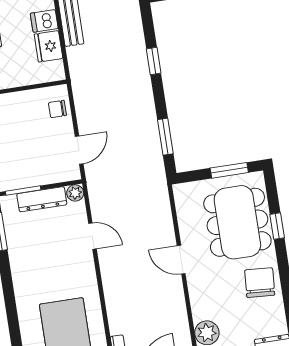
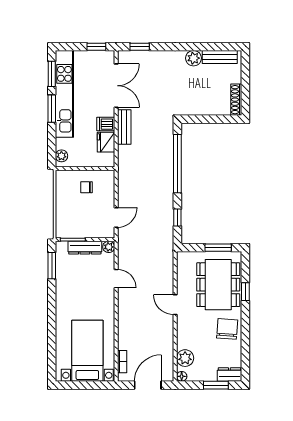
window: (154, 61) -> (177, 164), width x3.17
chair: (57, 109) -> (87, 187), moved
window: (165, 137) -> (177, 218), width x0.67

